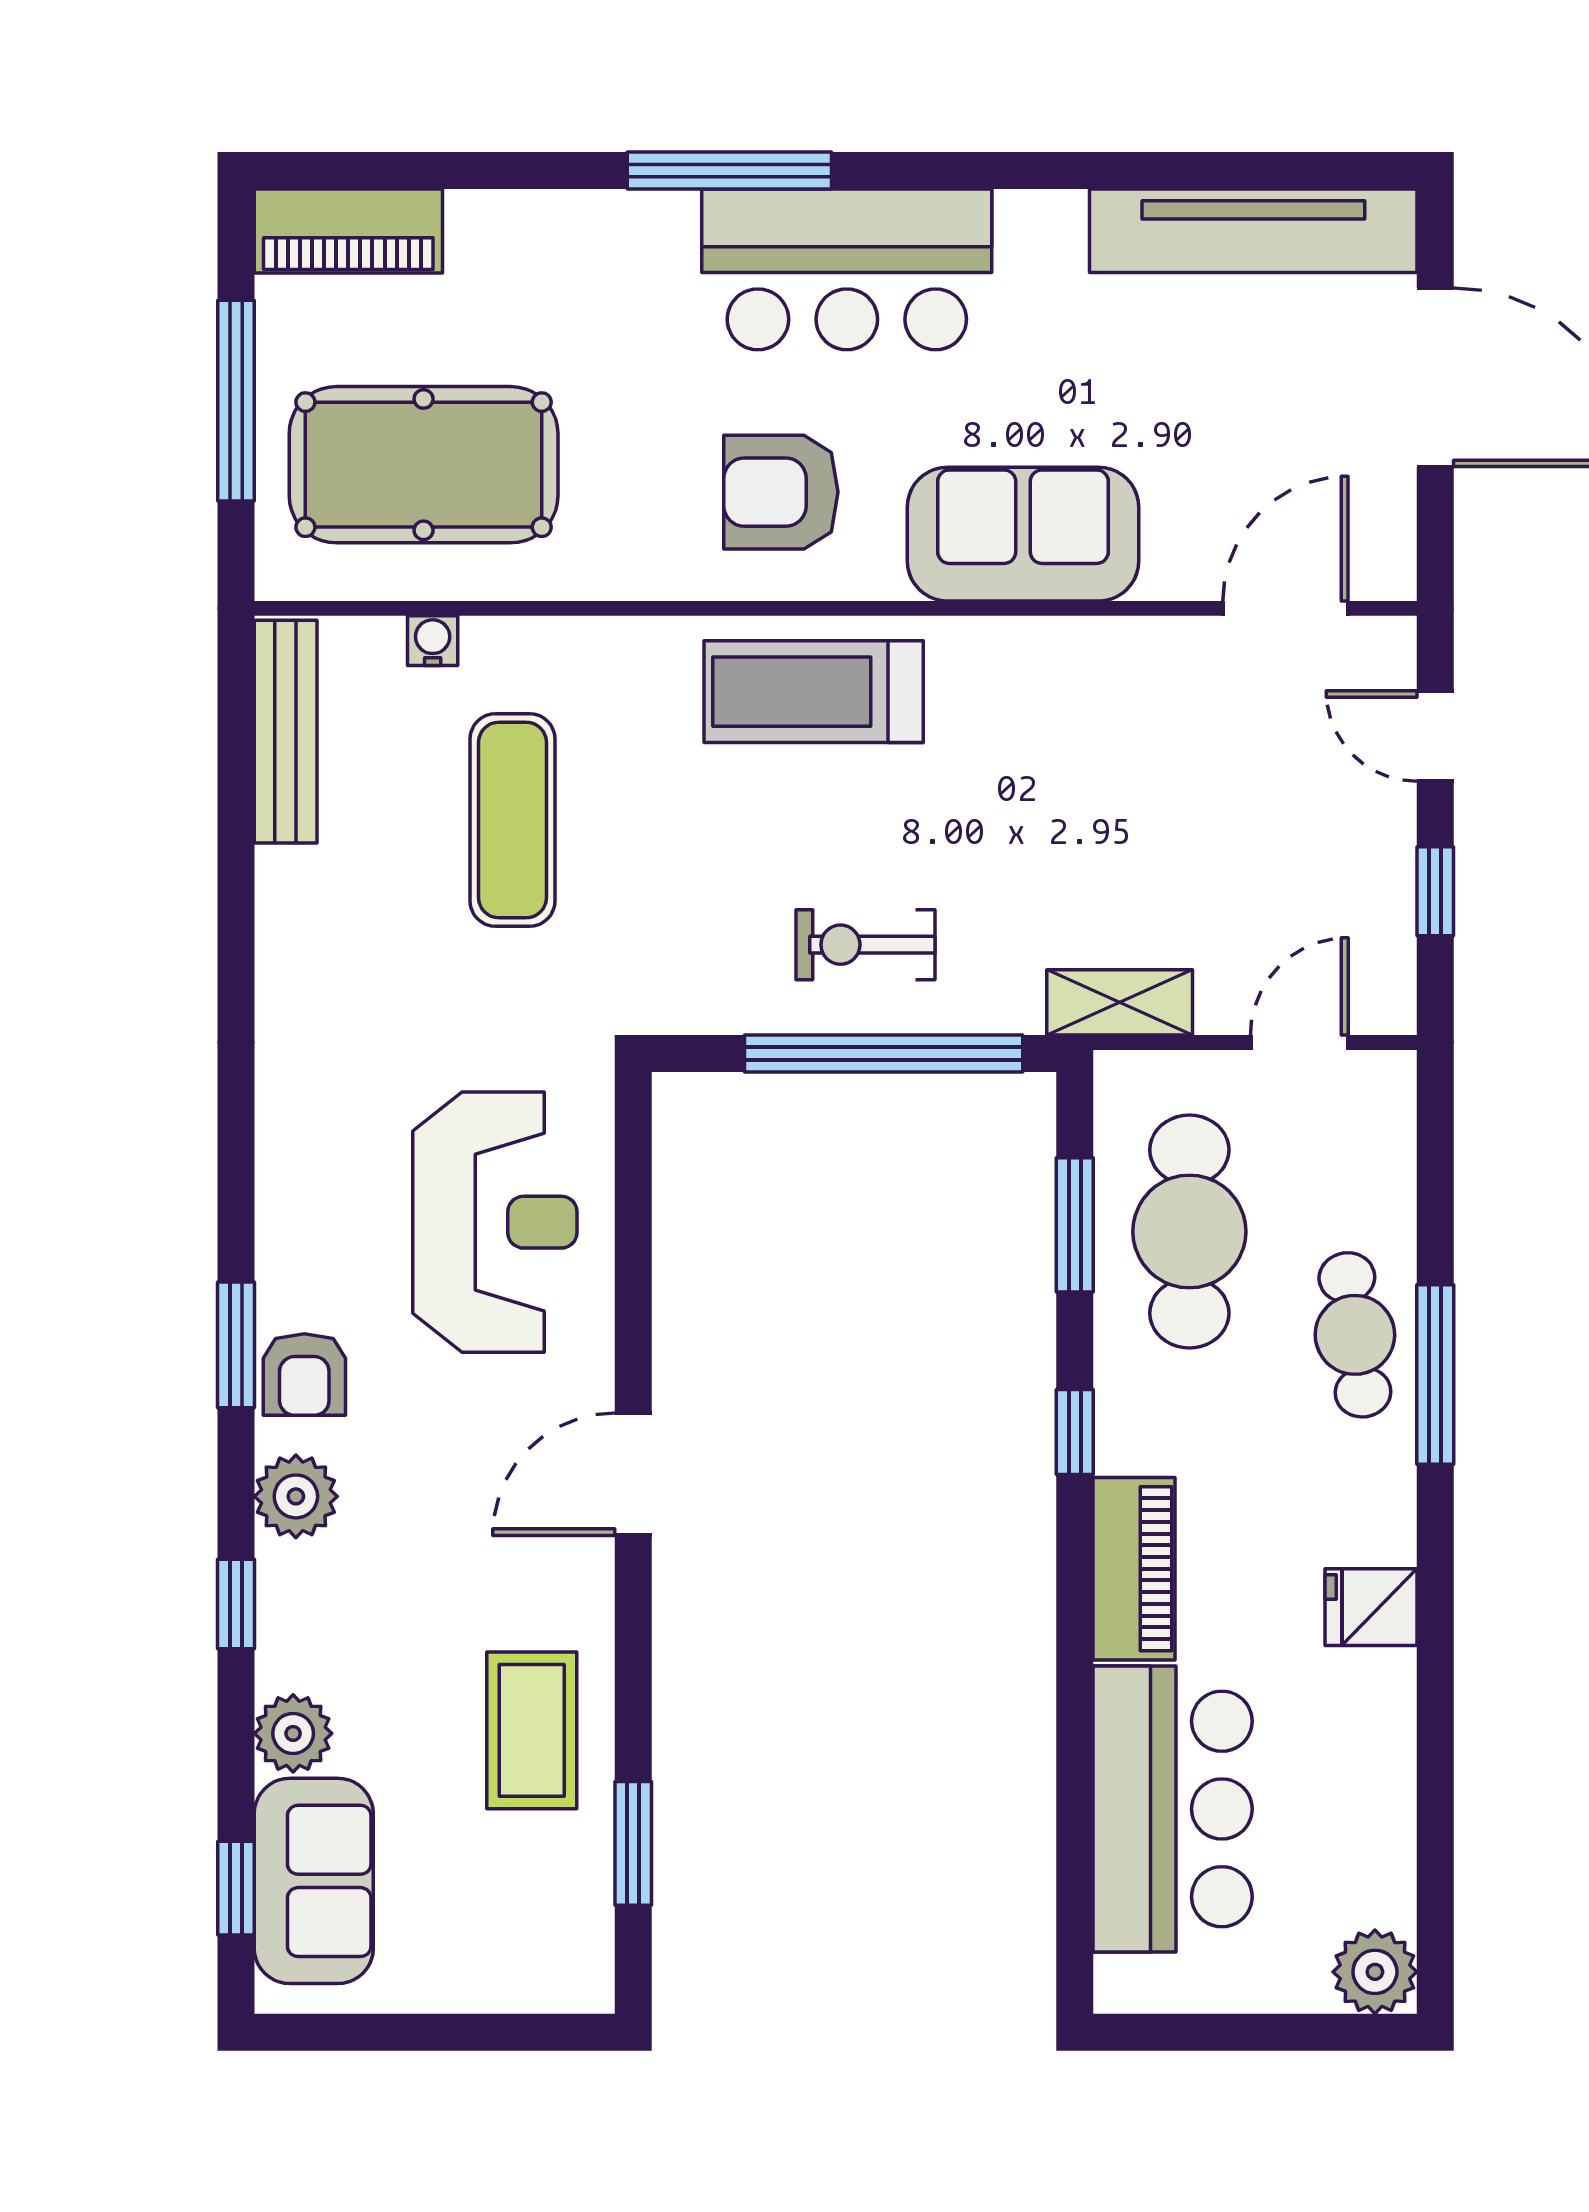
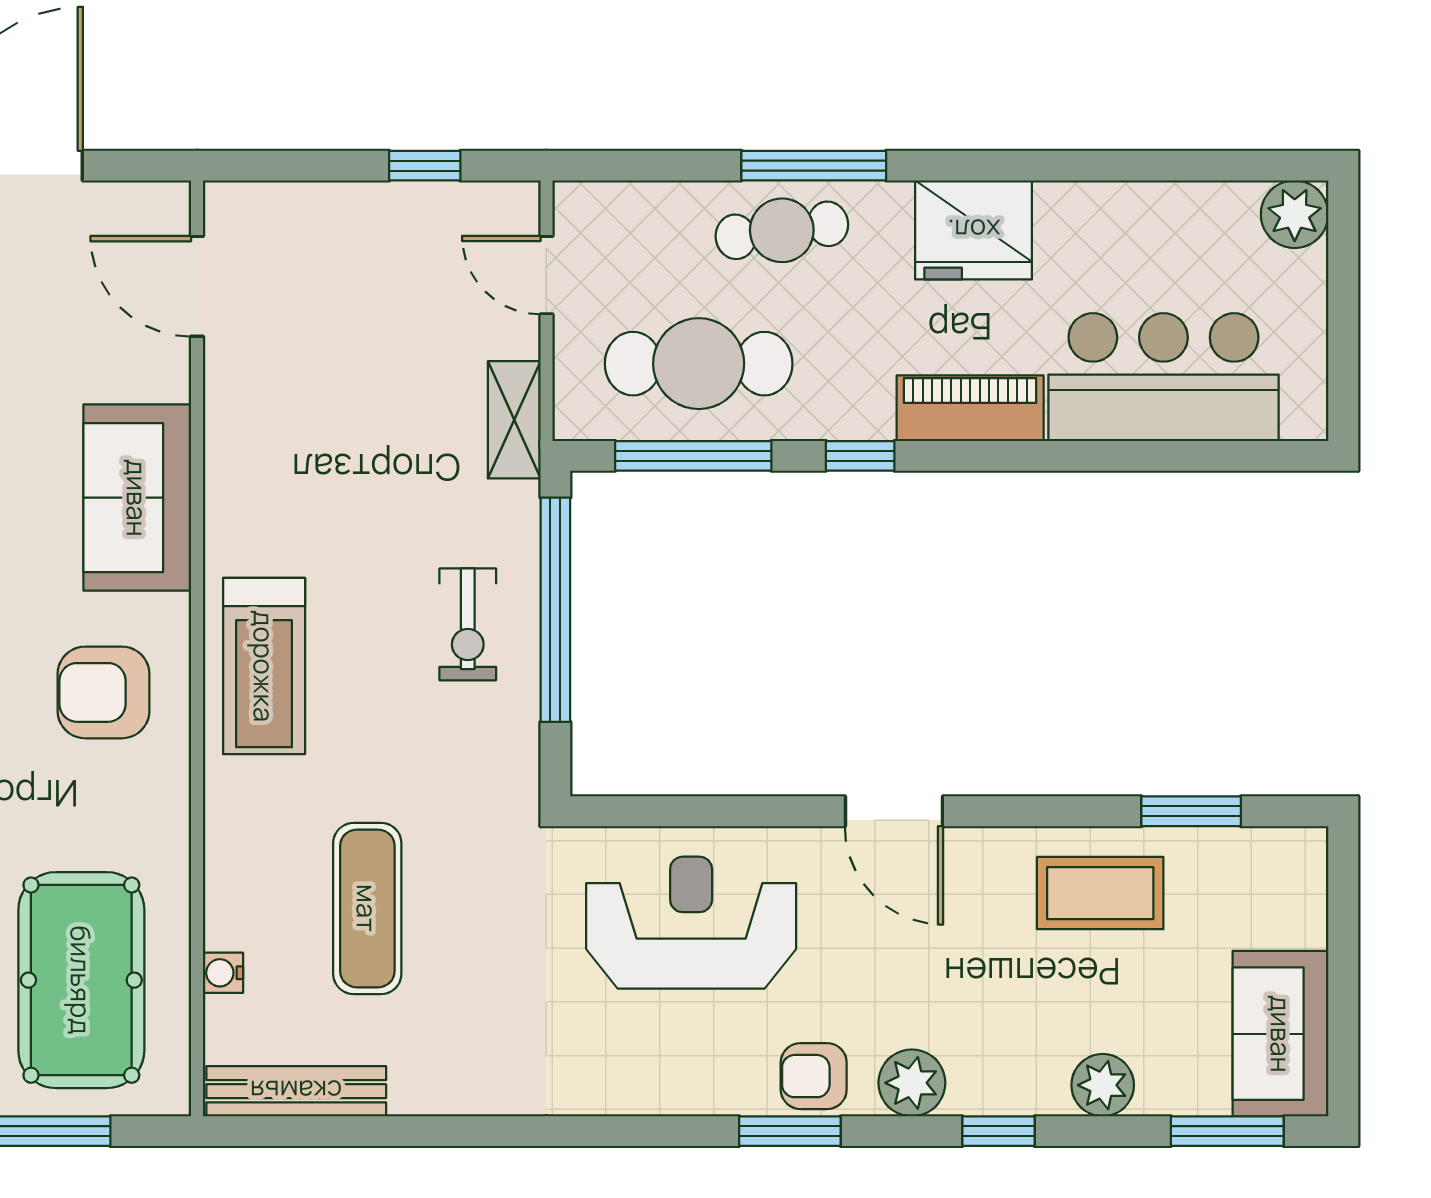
armchair: (781, 492) -> (103, 692), turned 90
door: (1435, 736) -> (300, 166), removed
exercise mat: (513, 820) -> (367, 908), turned 90
window: (1075, 1225) -> (693, 456), width x1.44
armchair: (304, 1374) -> (814, 1076), turned 180
fridge: (1371, 1607) -> (974, 230), width x1.88, depth x1.34
sofa: (314, 1881) -> (1281, 1034), moved, turned -90
window: (236, 1888) -> (1227, 1131), width x1.50

